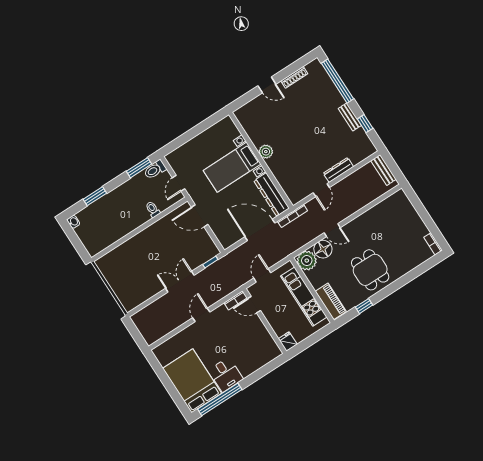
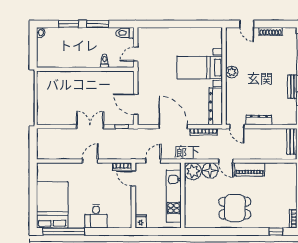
plant: (266, 152) -> (232, 72), moved
wall: (261, 160) -> (224, 76), moved
bed with nightstands: (232, 167) -> (200, 68), moved
window: (139, 168) -> (98, 24), moved
door: (321, 190) -> (237, 127), hinge flipped
dresser: (272, 194) -> (216, 106), moved
door: (200, 216) -> (136, 104), moved
dining table: (370, 270) -> (235, 208), turned 90
piano: (331, 301) -> (250, 169), moved, turned 90
window: (364, 306) -> (276, 232), moved
desk: (226, 375) -> (96, 216), moved

